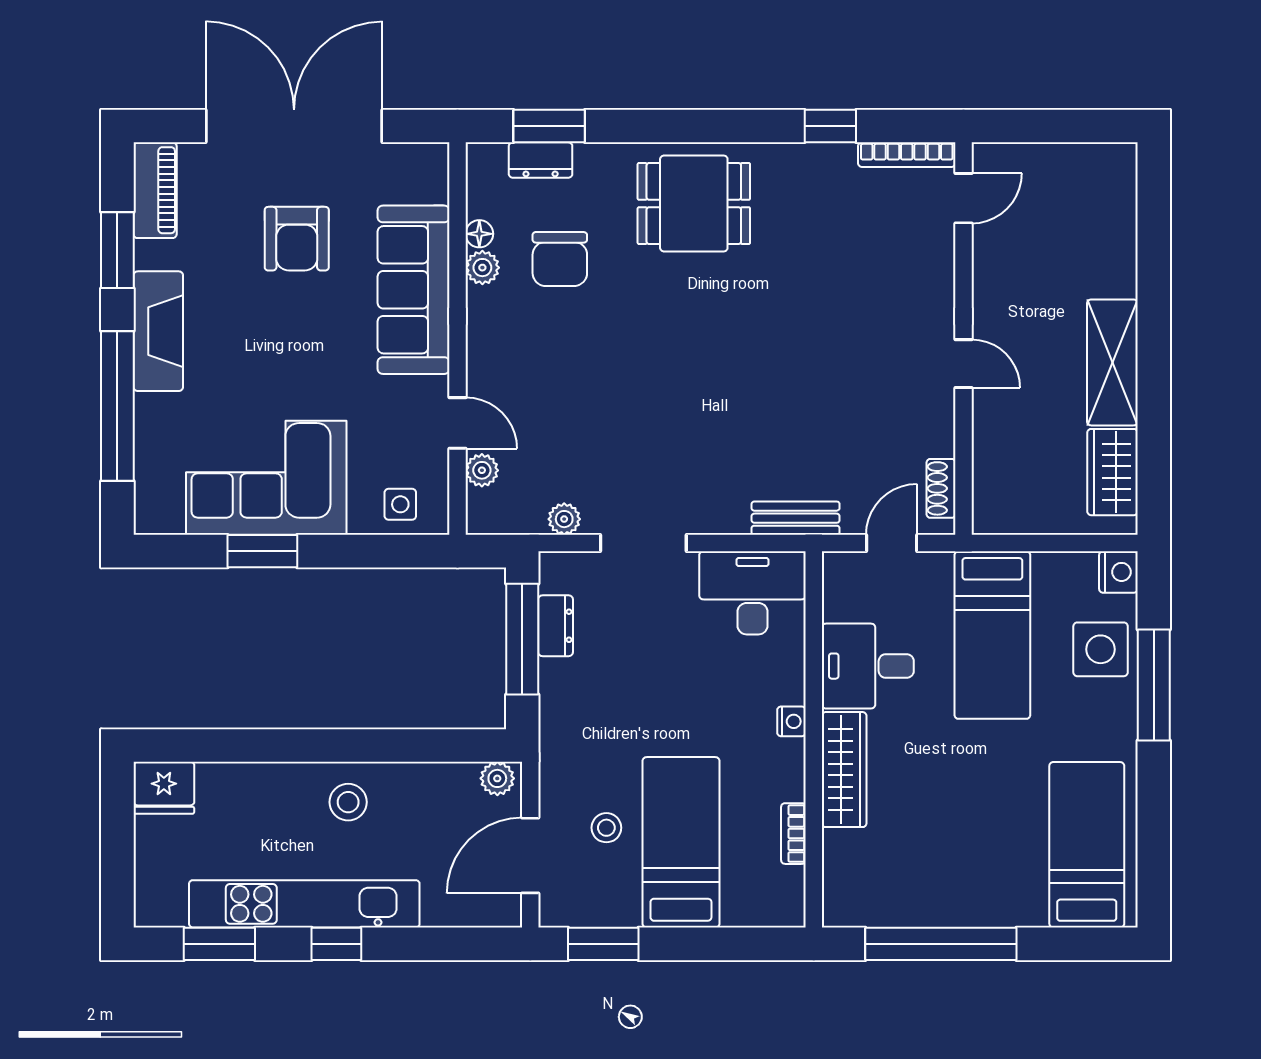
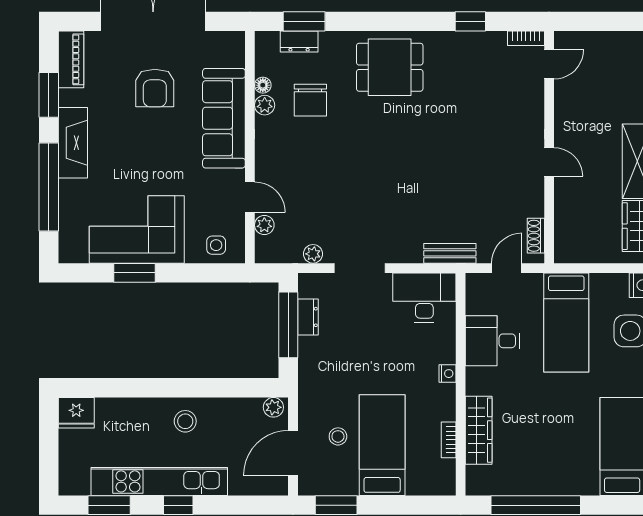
bookcase: (907, 155) -> (526, 38), width x0.64
wardrobe: (844, 770) -> (479, 430), moved

